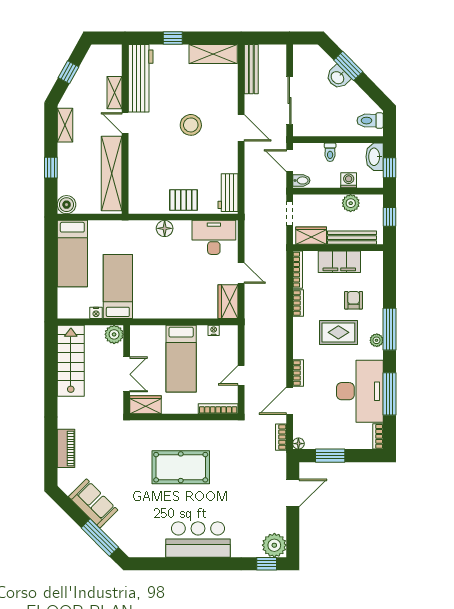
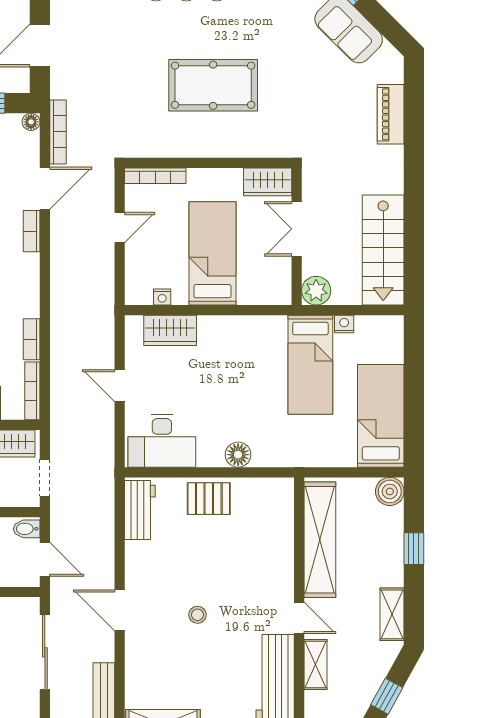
stool: (191, 125) -> (198, 615), width x0.53, depth x0.53
wardrobe: (228, 302) -> (170, 330), moved, turned 90
bookcase: (281, 437) -> (58, 132), width x1.56

